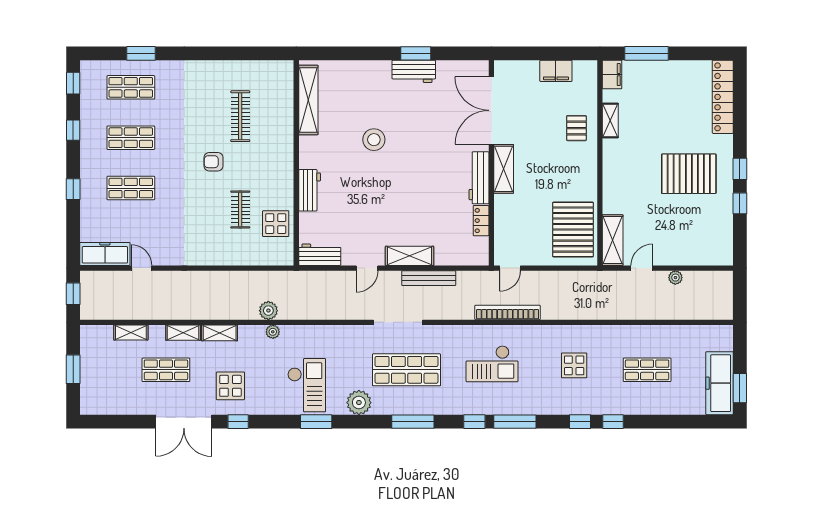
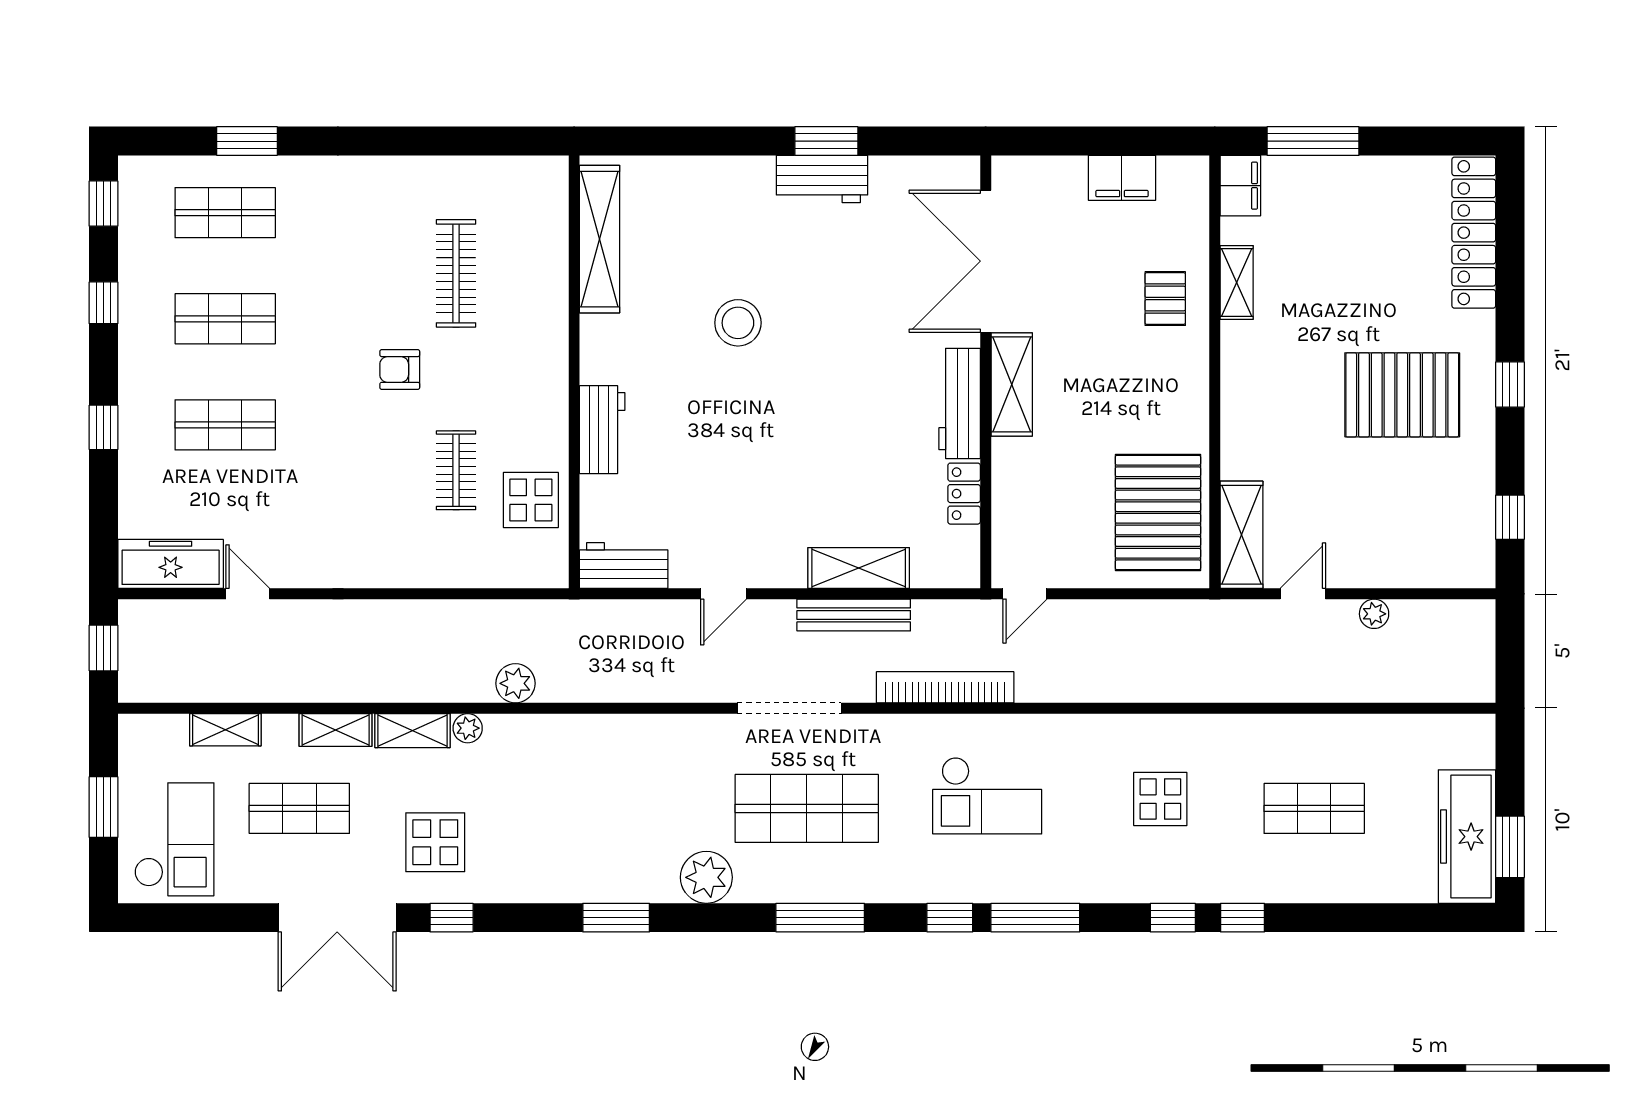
window: (740, 203) -> (1510, 517), moved
shelving: (410, 256) -> (859, 568), moved
bookcase: (508, 312) -> (945, 687), moved
plant: (273, 332) -> (468, 728), moved
checkout: (307, 385) -> (174, 839), moved

